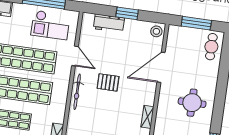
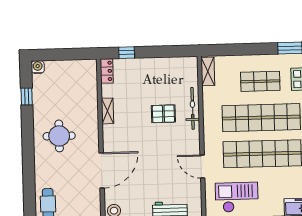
pallet: (108, 82) -> (163, 114), moved
bicycle: (77, 92) -> (193, 108), moved

